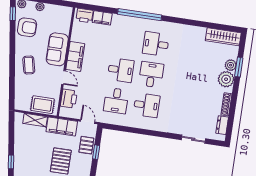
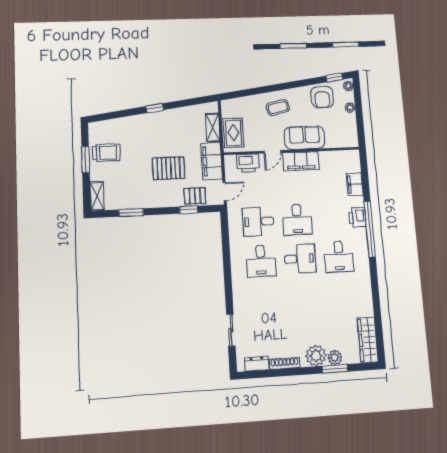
printer: (85, 16) -> (357, 217), moved
desk: (156, 44) -> (339, 257), turned 180

